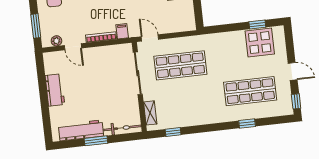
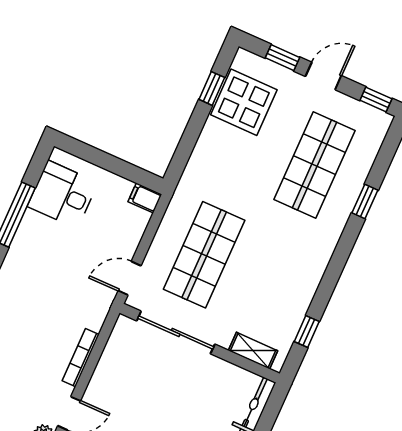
filing cabinet: (122, 31) -> (145, 198), moved
window: (290, 48) -> (282, 58), added

